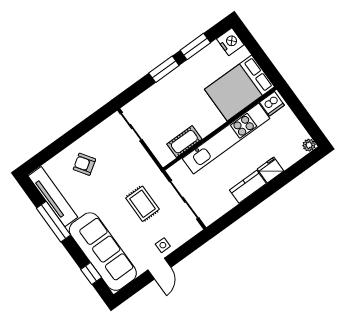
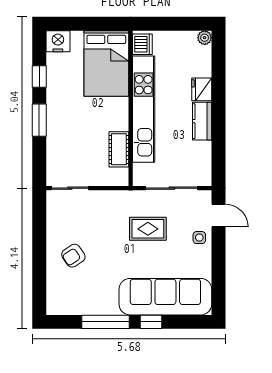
window: (195, 47) -> (39, 76), width x0.67
tv unit: (53, 197) -> (82, 306), removed
door: (159, 269) -> (218, 216), moved
window: (91, 273) -> (151, 322), moved

